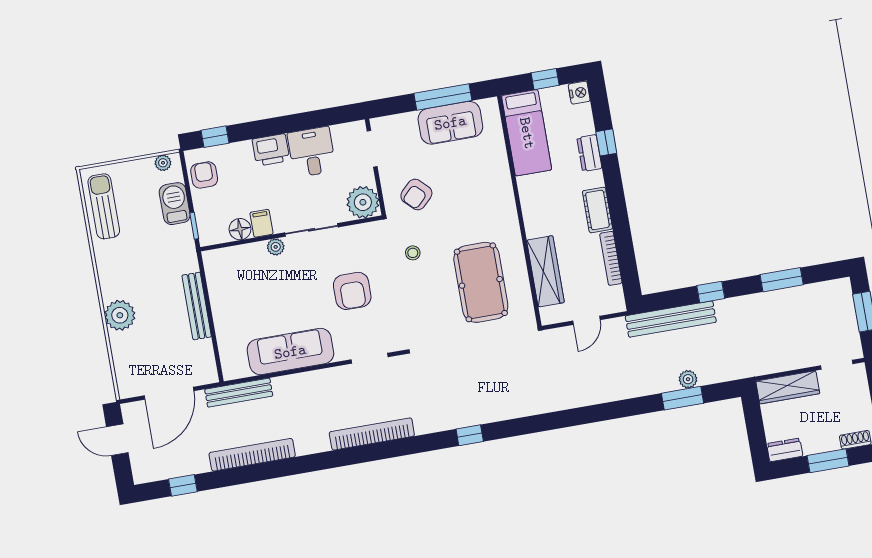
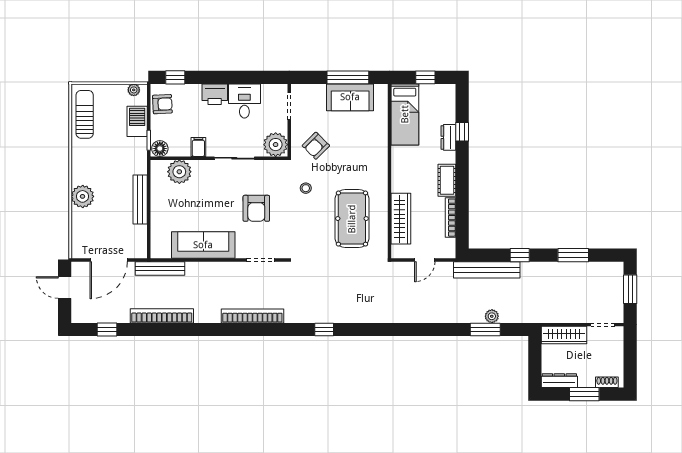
nightstand: (579, 93) -> (449, 92), removed
armchair: (204, 175) -> (162, 104), turned 87
floor lamp: (240, 229) -> (160, 149), moved
plant: (276, 247) -> (179, 172), moved, width x1.87, depth x1.87
dresser: (785, 450) -> (559, 381), width x1.44

